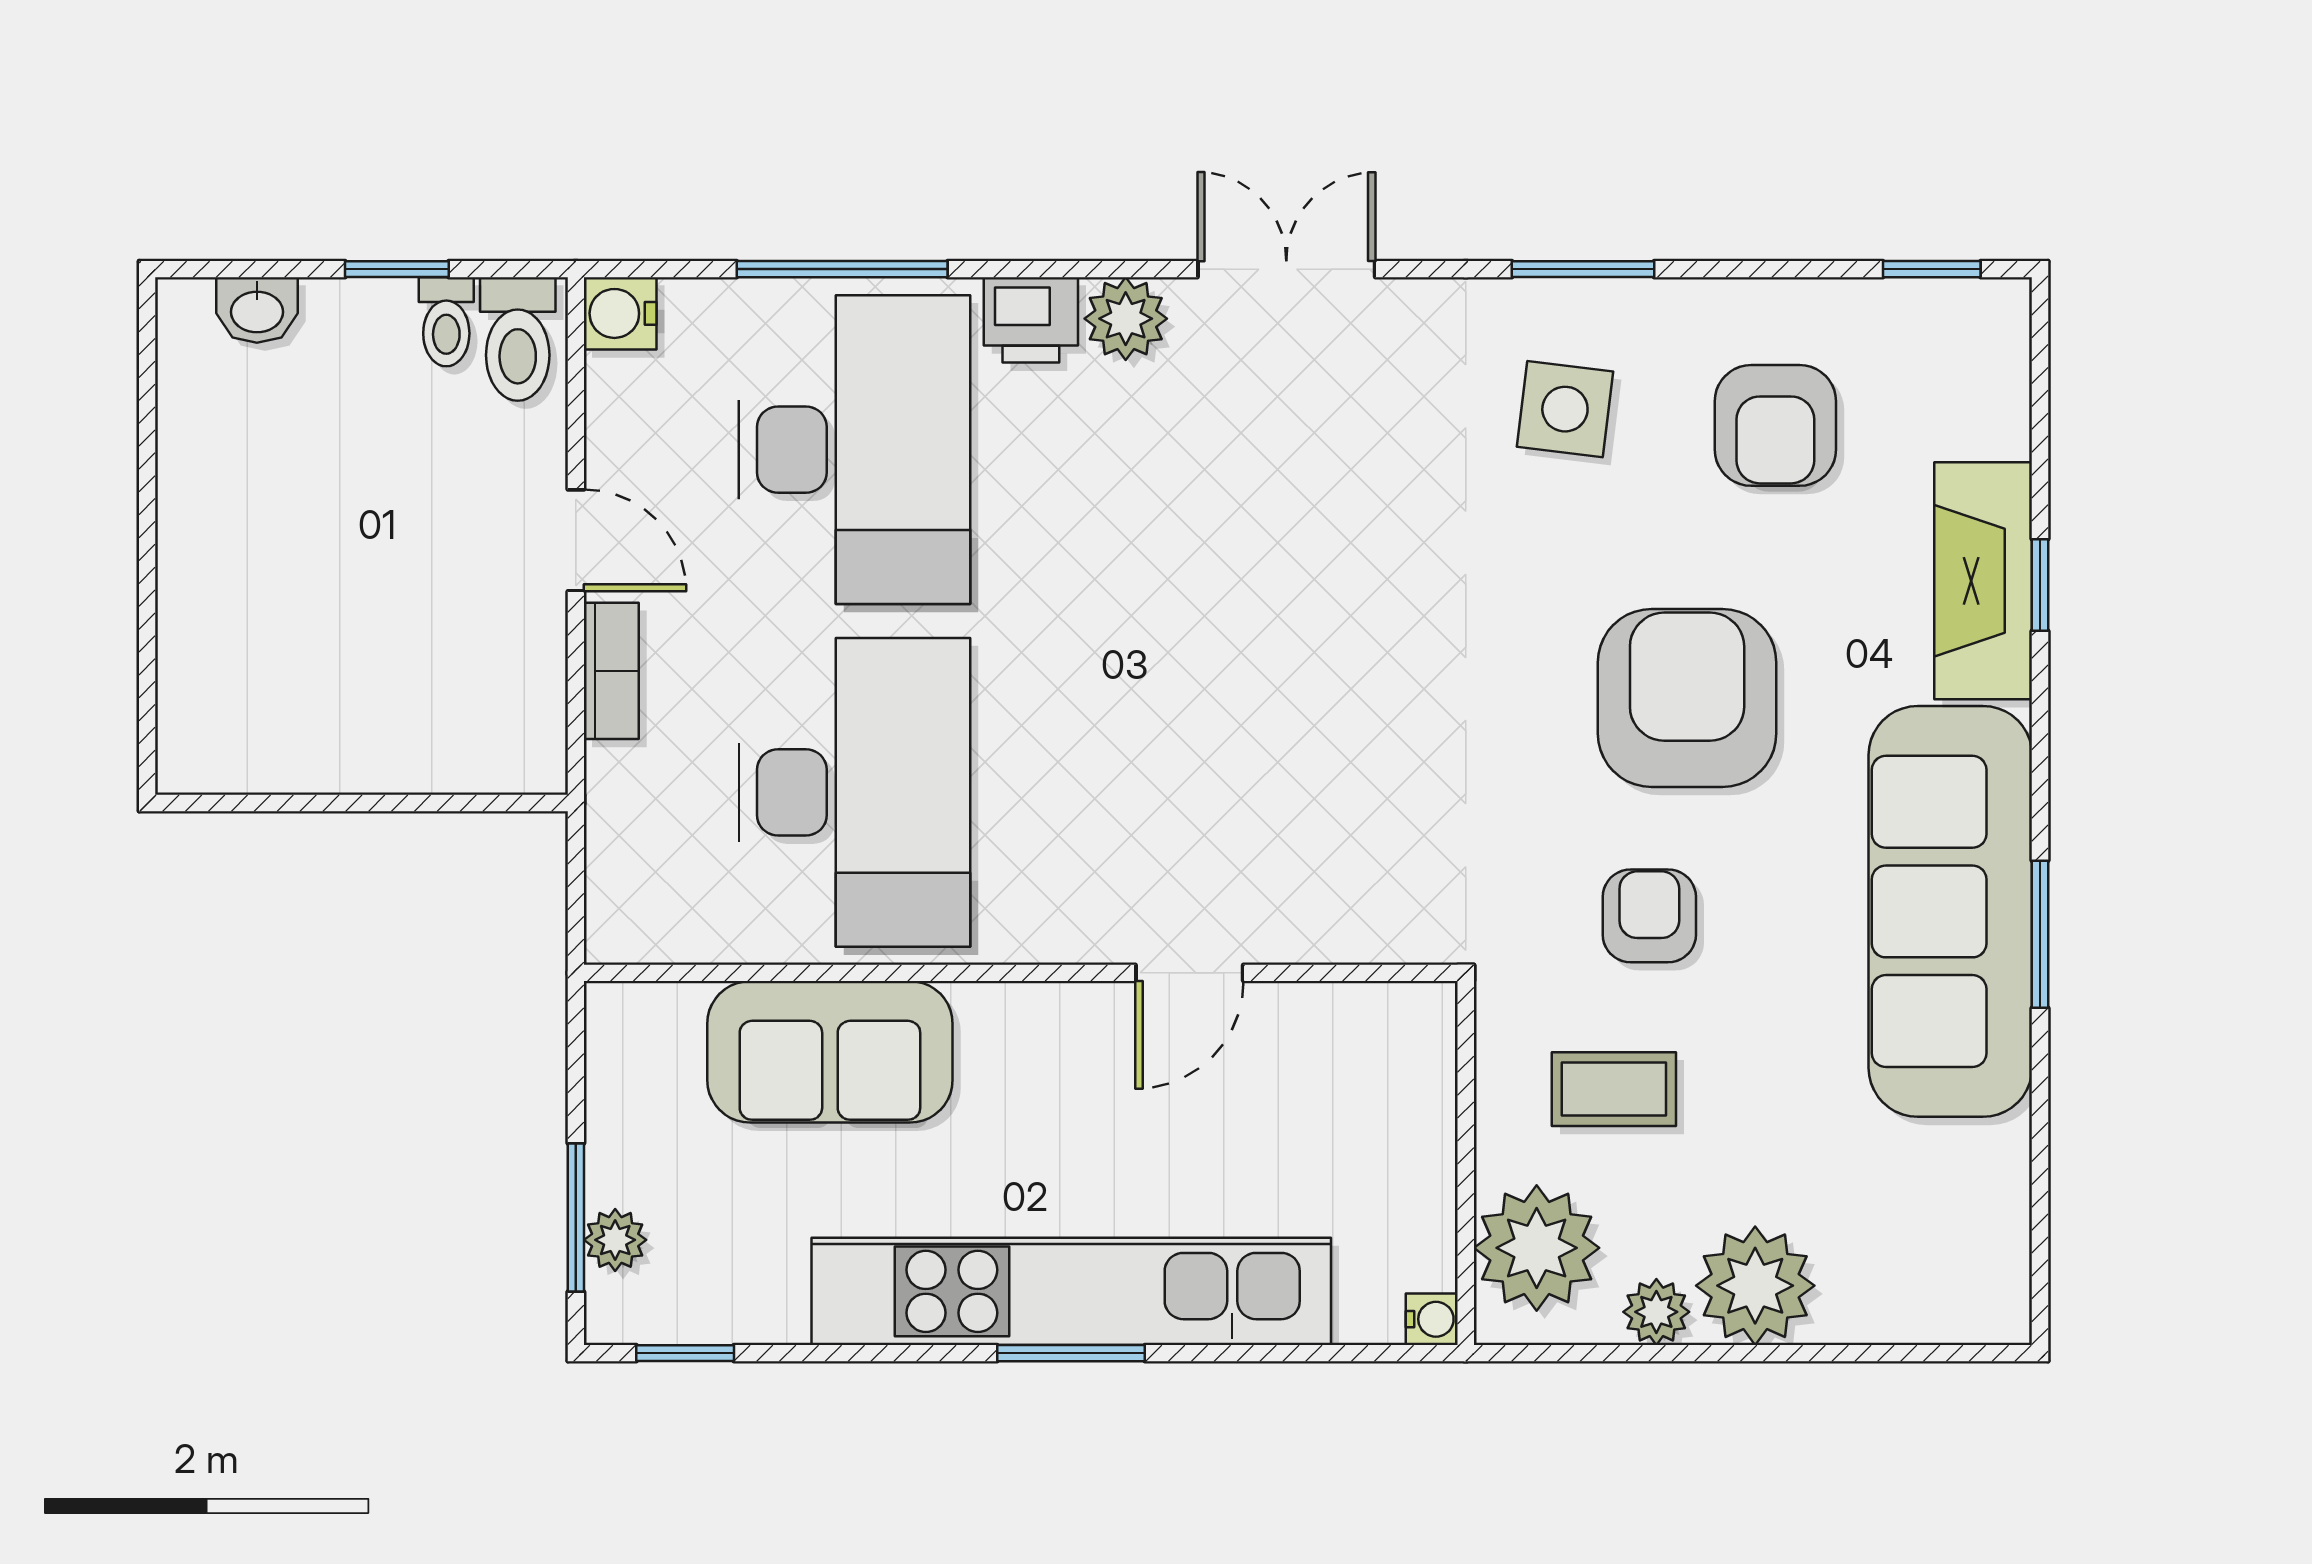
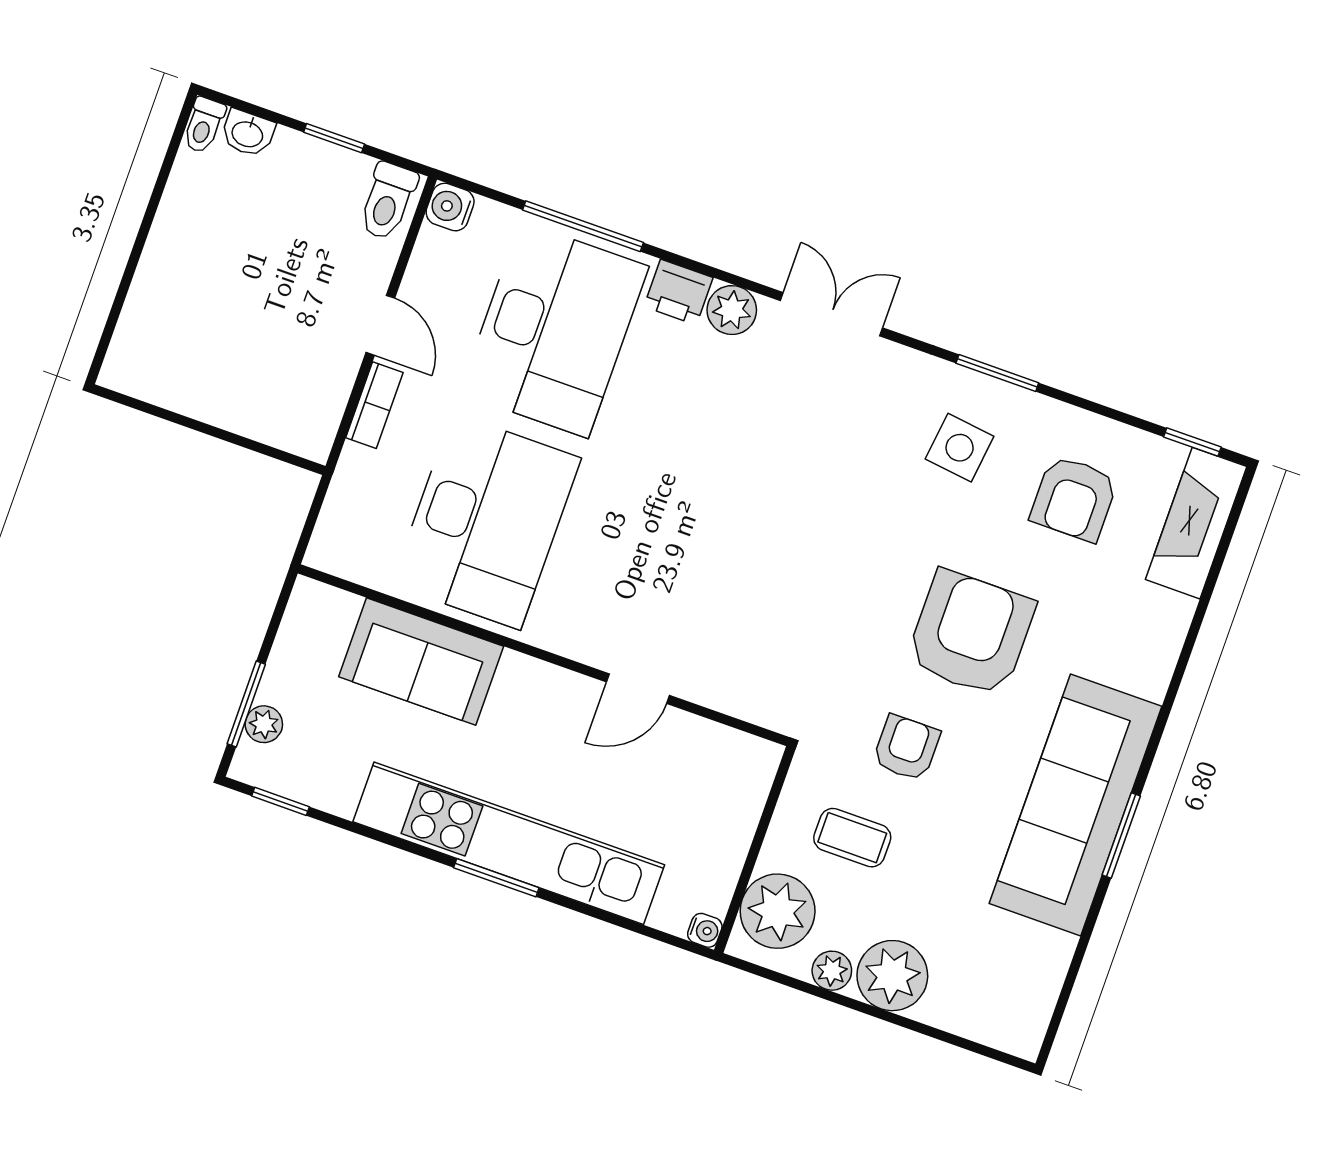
toilet: (446, 322) -> (204, 125), moved
fireplace: (1983, 581) -> (1196, 523), moved
window: (2040, 585) -> (1190, 640), removed

